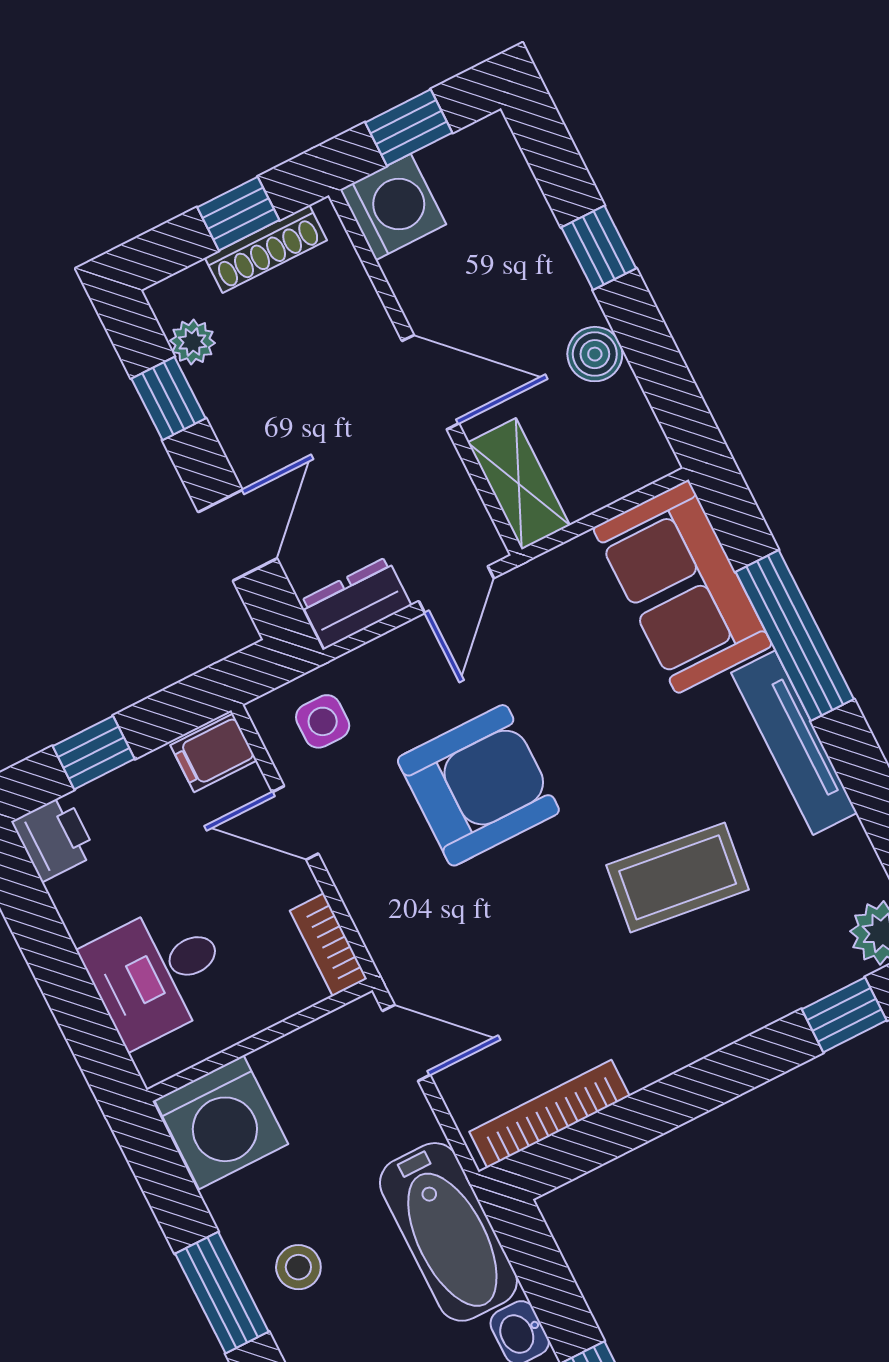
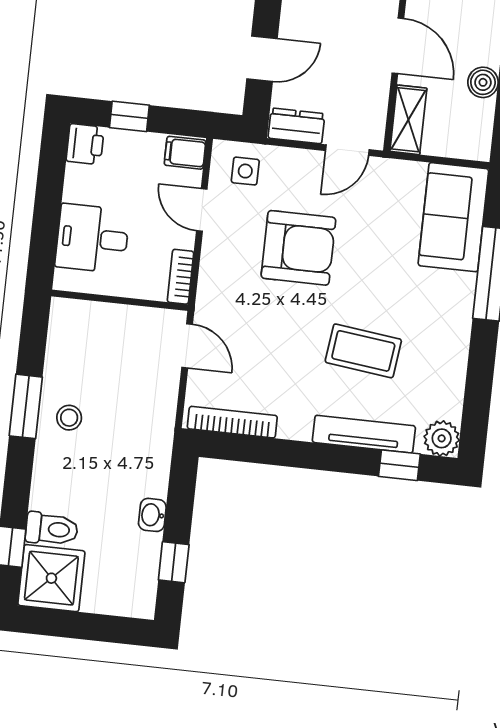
tv unit: (794, 743) -> (364, 434), moved, turned 90
washing machine: (221, 1122) -> (77, 327), removed
bathtub: (448, 1232) -> (150, 447), removed

